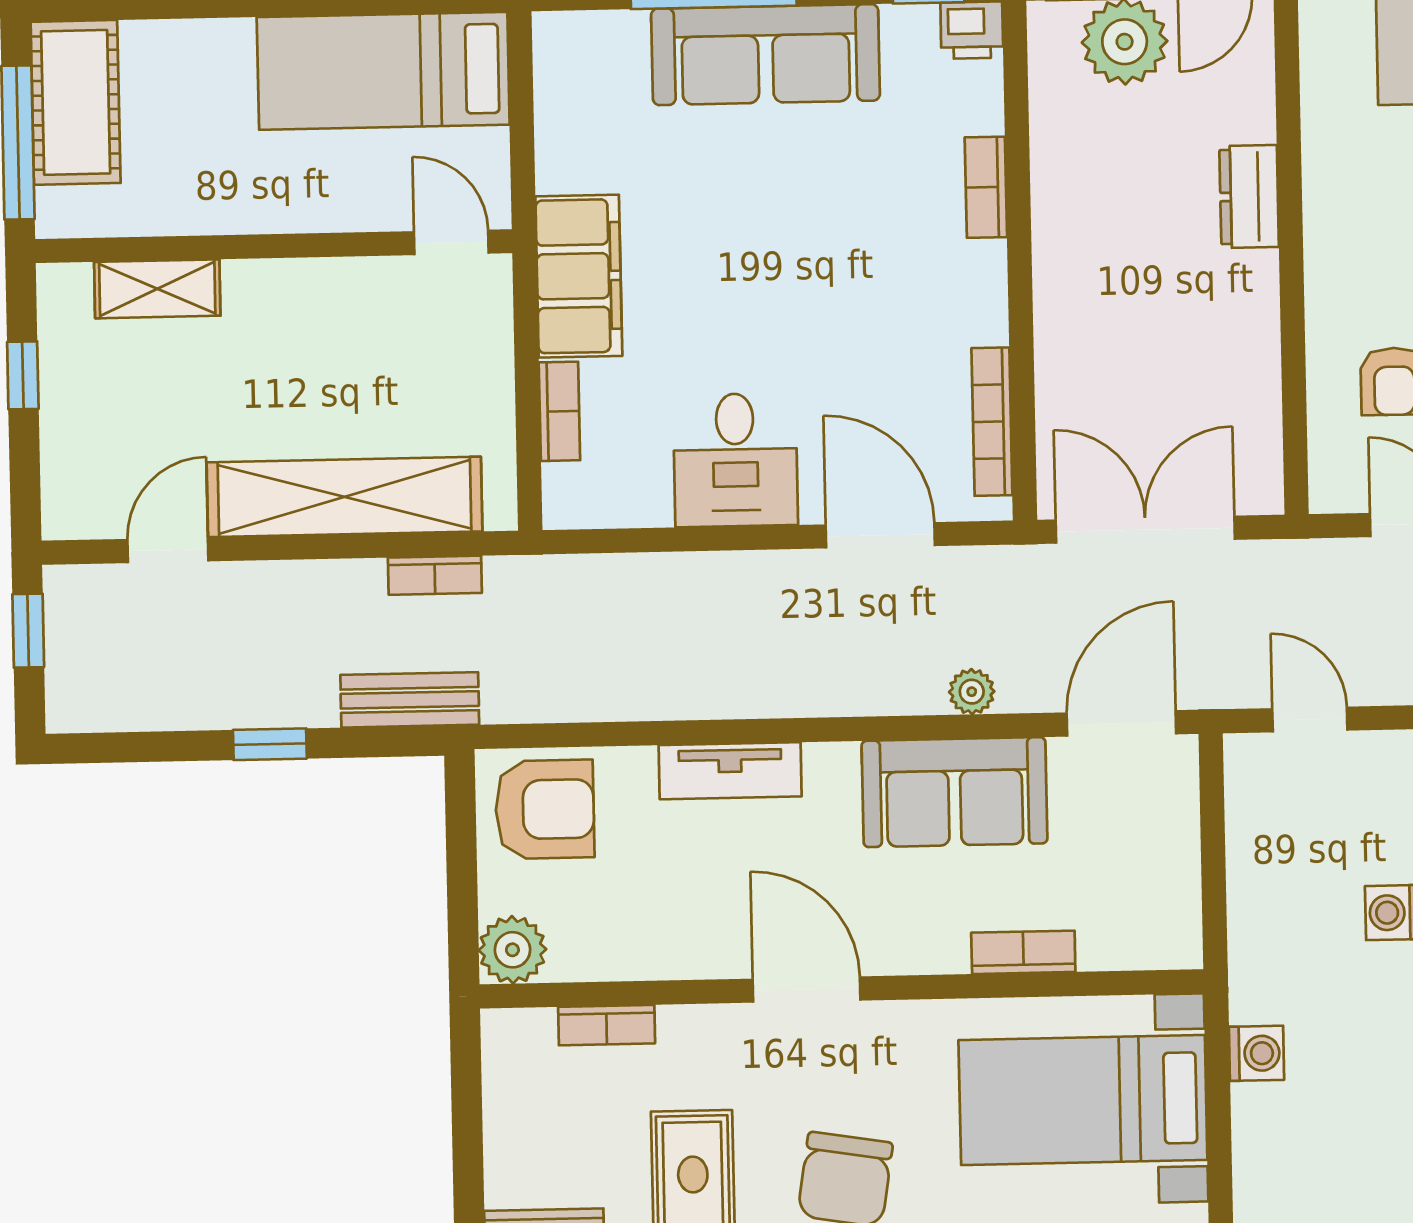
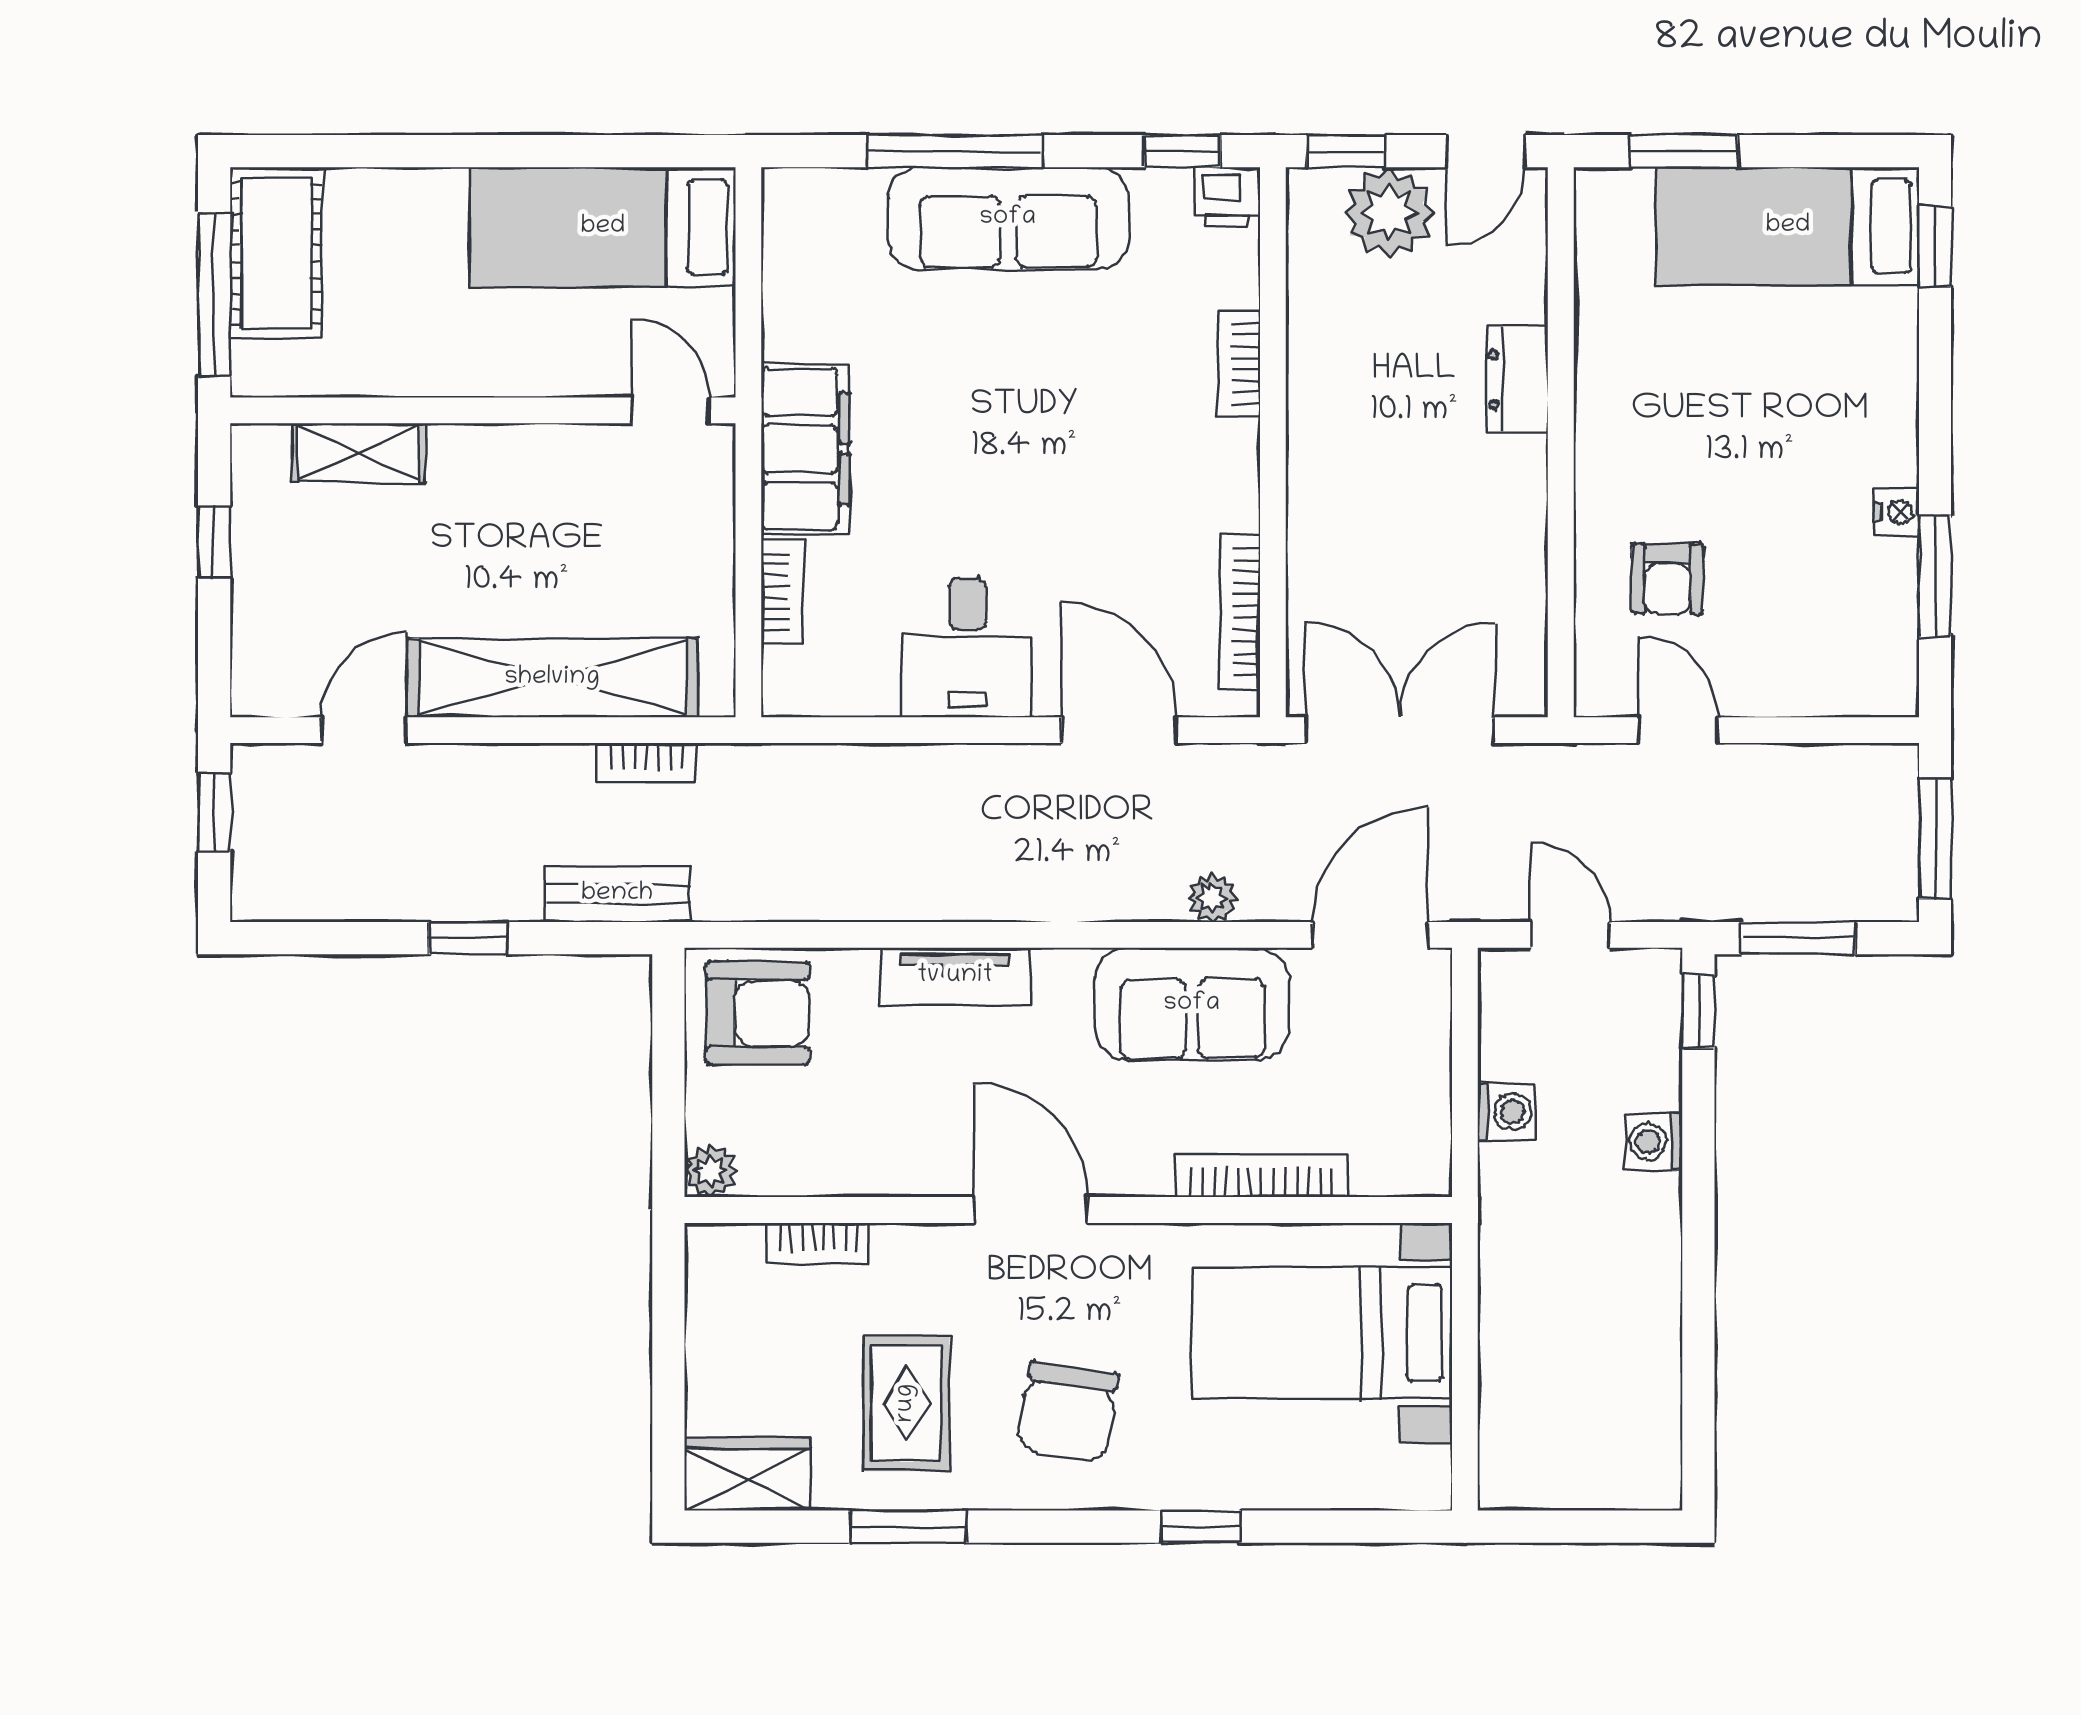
plant: (512, 950) -> (710, 1171), width x0.73, depth x0.73
bookcase: (1023, 952) -> (1261, 1175), width x1.56
washing machine: (1257, 1053) -> (1506, 1112), moved

